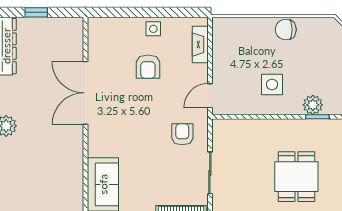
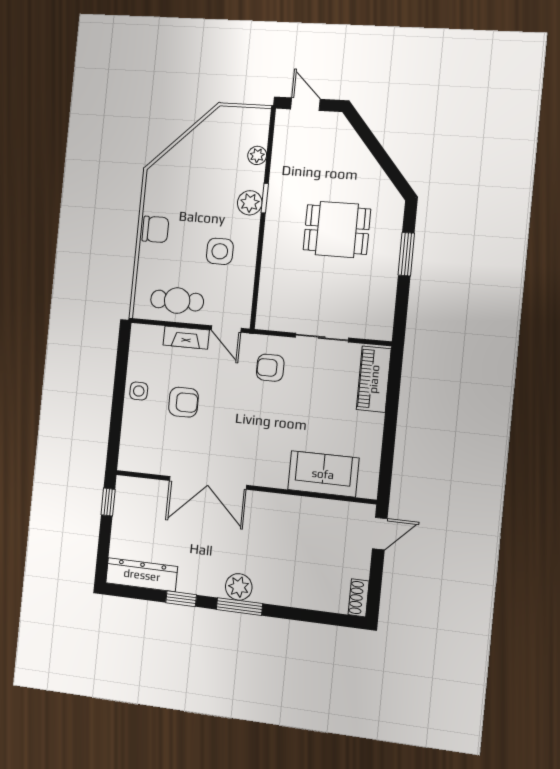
window: (36, 12) -> (108, 502), moved
chair: (286, 30) -> (155, 229), turned -90
fireplace: (200, 45) -> (186, 338), moved
cafe table: (229, 53) -> (177, 301), added

